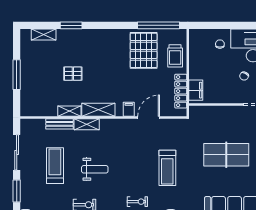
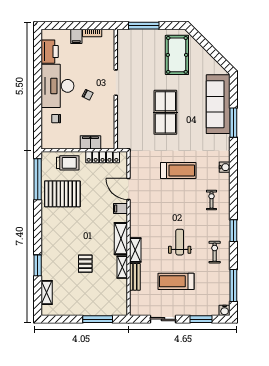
window: (17, 75) -> (98, 319), moved
filing cabinet: (196, 90) -> (90, 142), moved
sliding door: (17, 152) -> (163, 319), width x0.73

